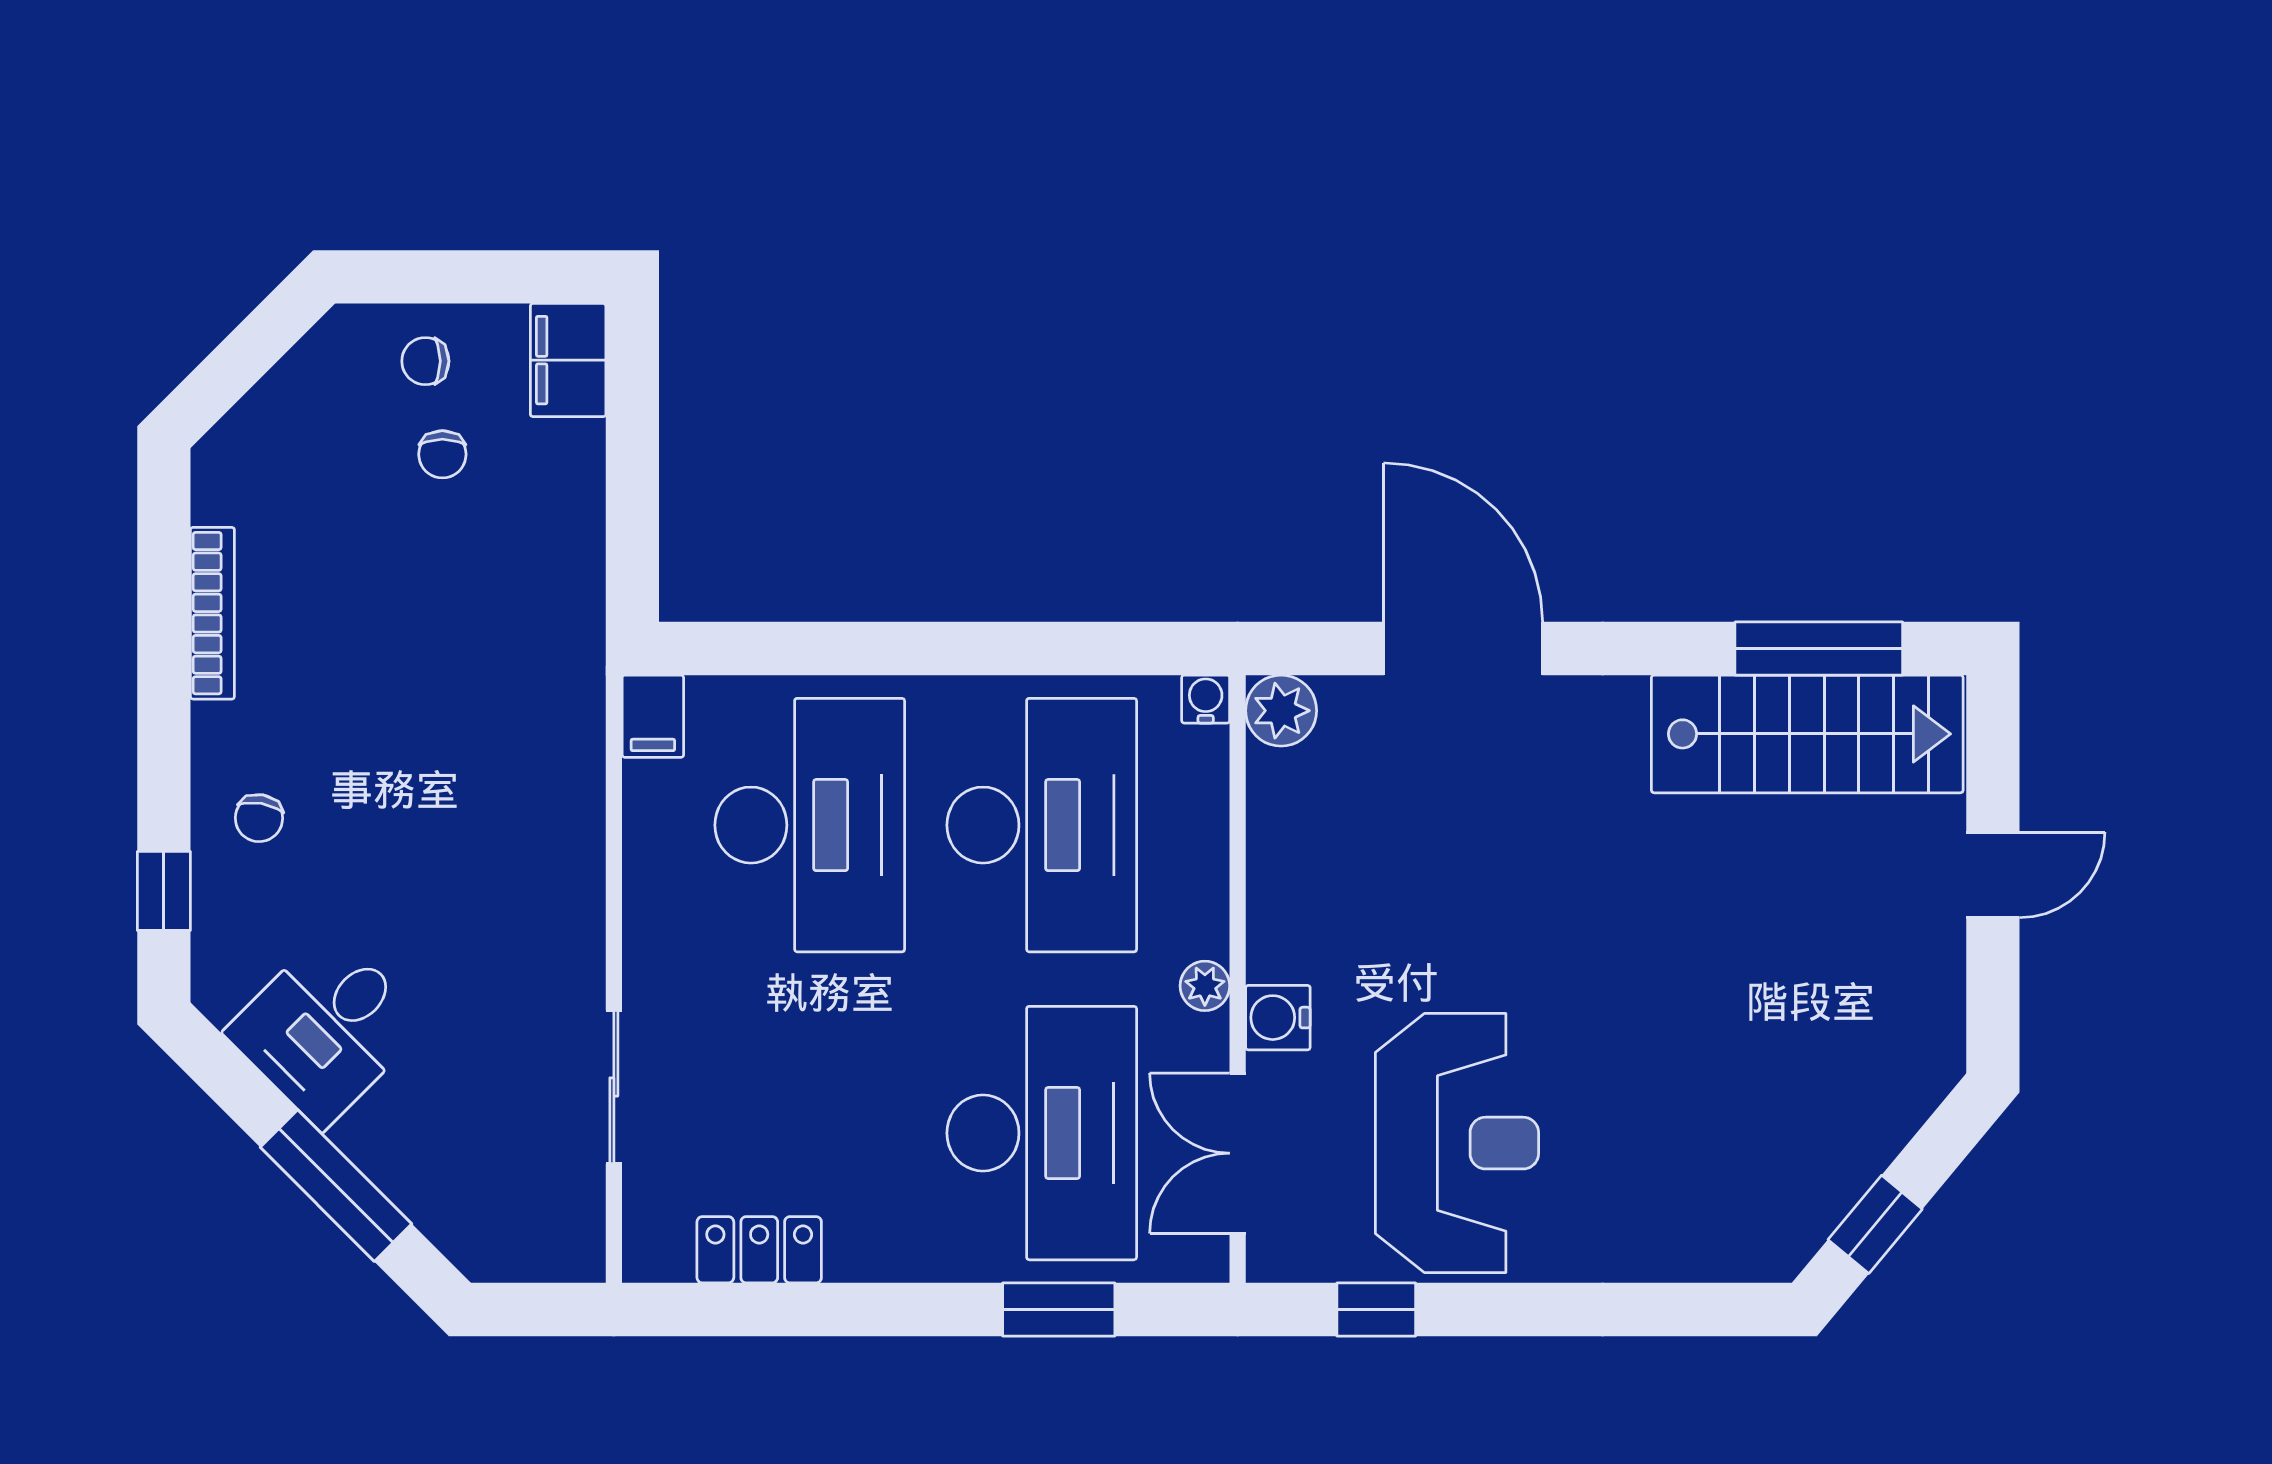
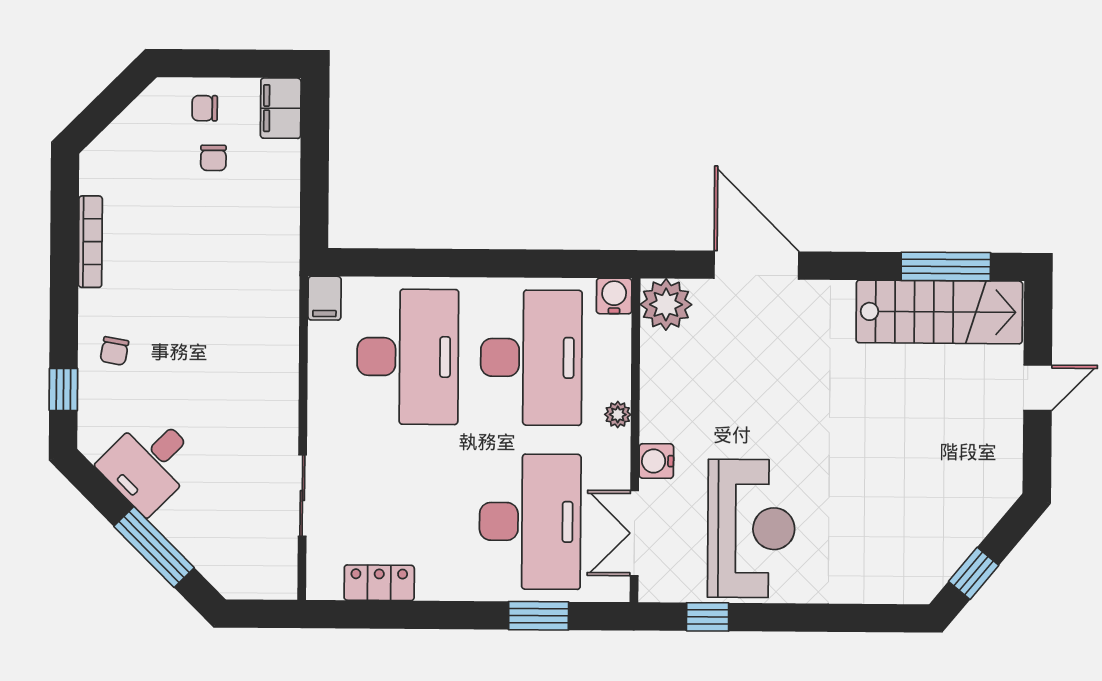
water cooler: (1206, 699) -> (614, 296), width x1.38, depth x1.38
plant: (1281, 711) -> (666, 304), width x1.36, depth x1.36
plant: (1205, 986) -> (618, 415), moved

